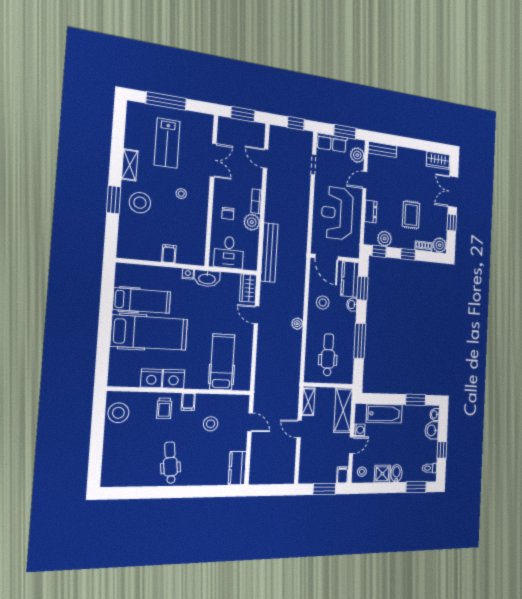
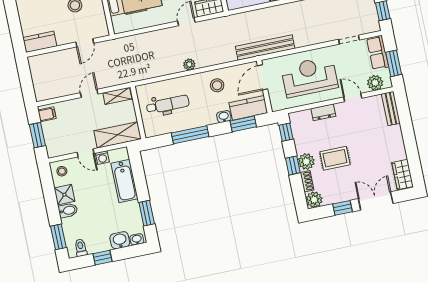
plant: (385, 239) -> (306, 162), moved
bench: (269, 253) -> (265, 47), moved
filing cabinet: (343, 475) -> (47, 114), moved

